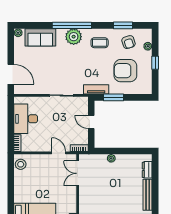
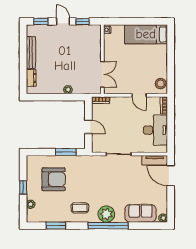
armchair: (129, 42) -> (50, 209), removed
tv unit: (96, 89) -> (155, 160), moved
door: (59, 153) -> (139, 95), moved

